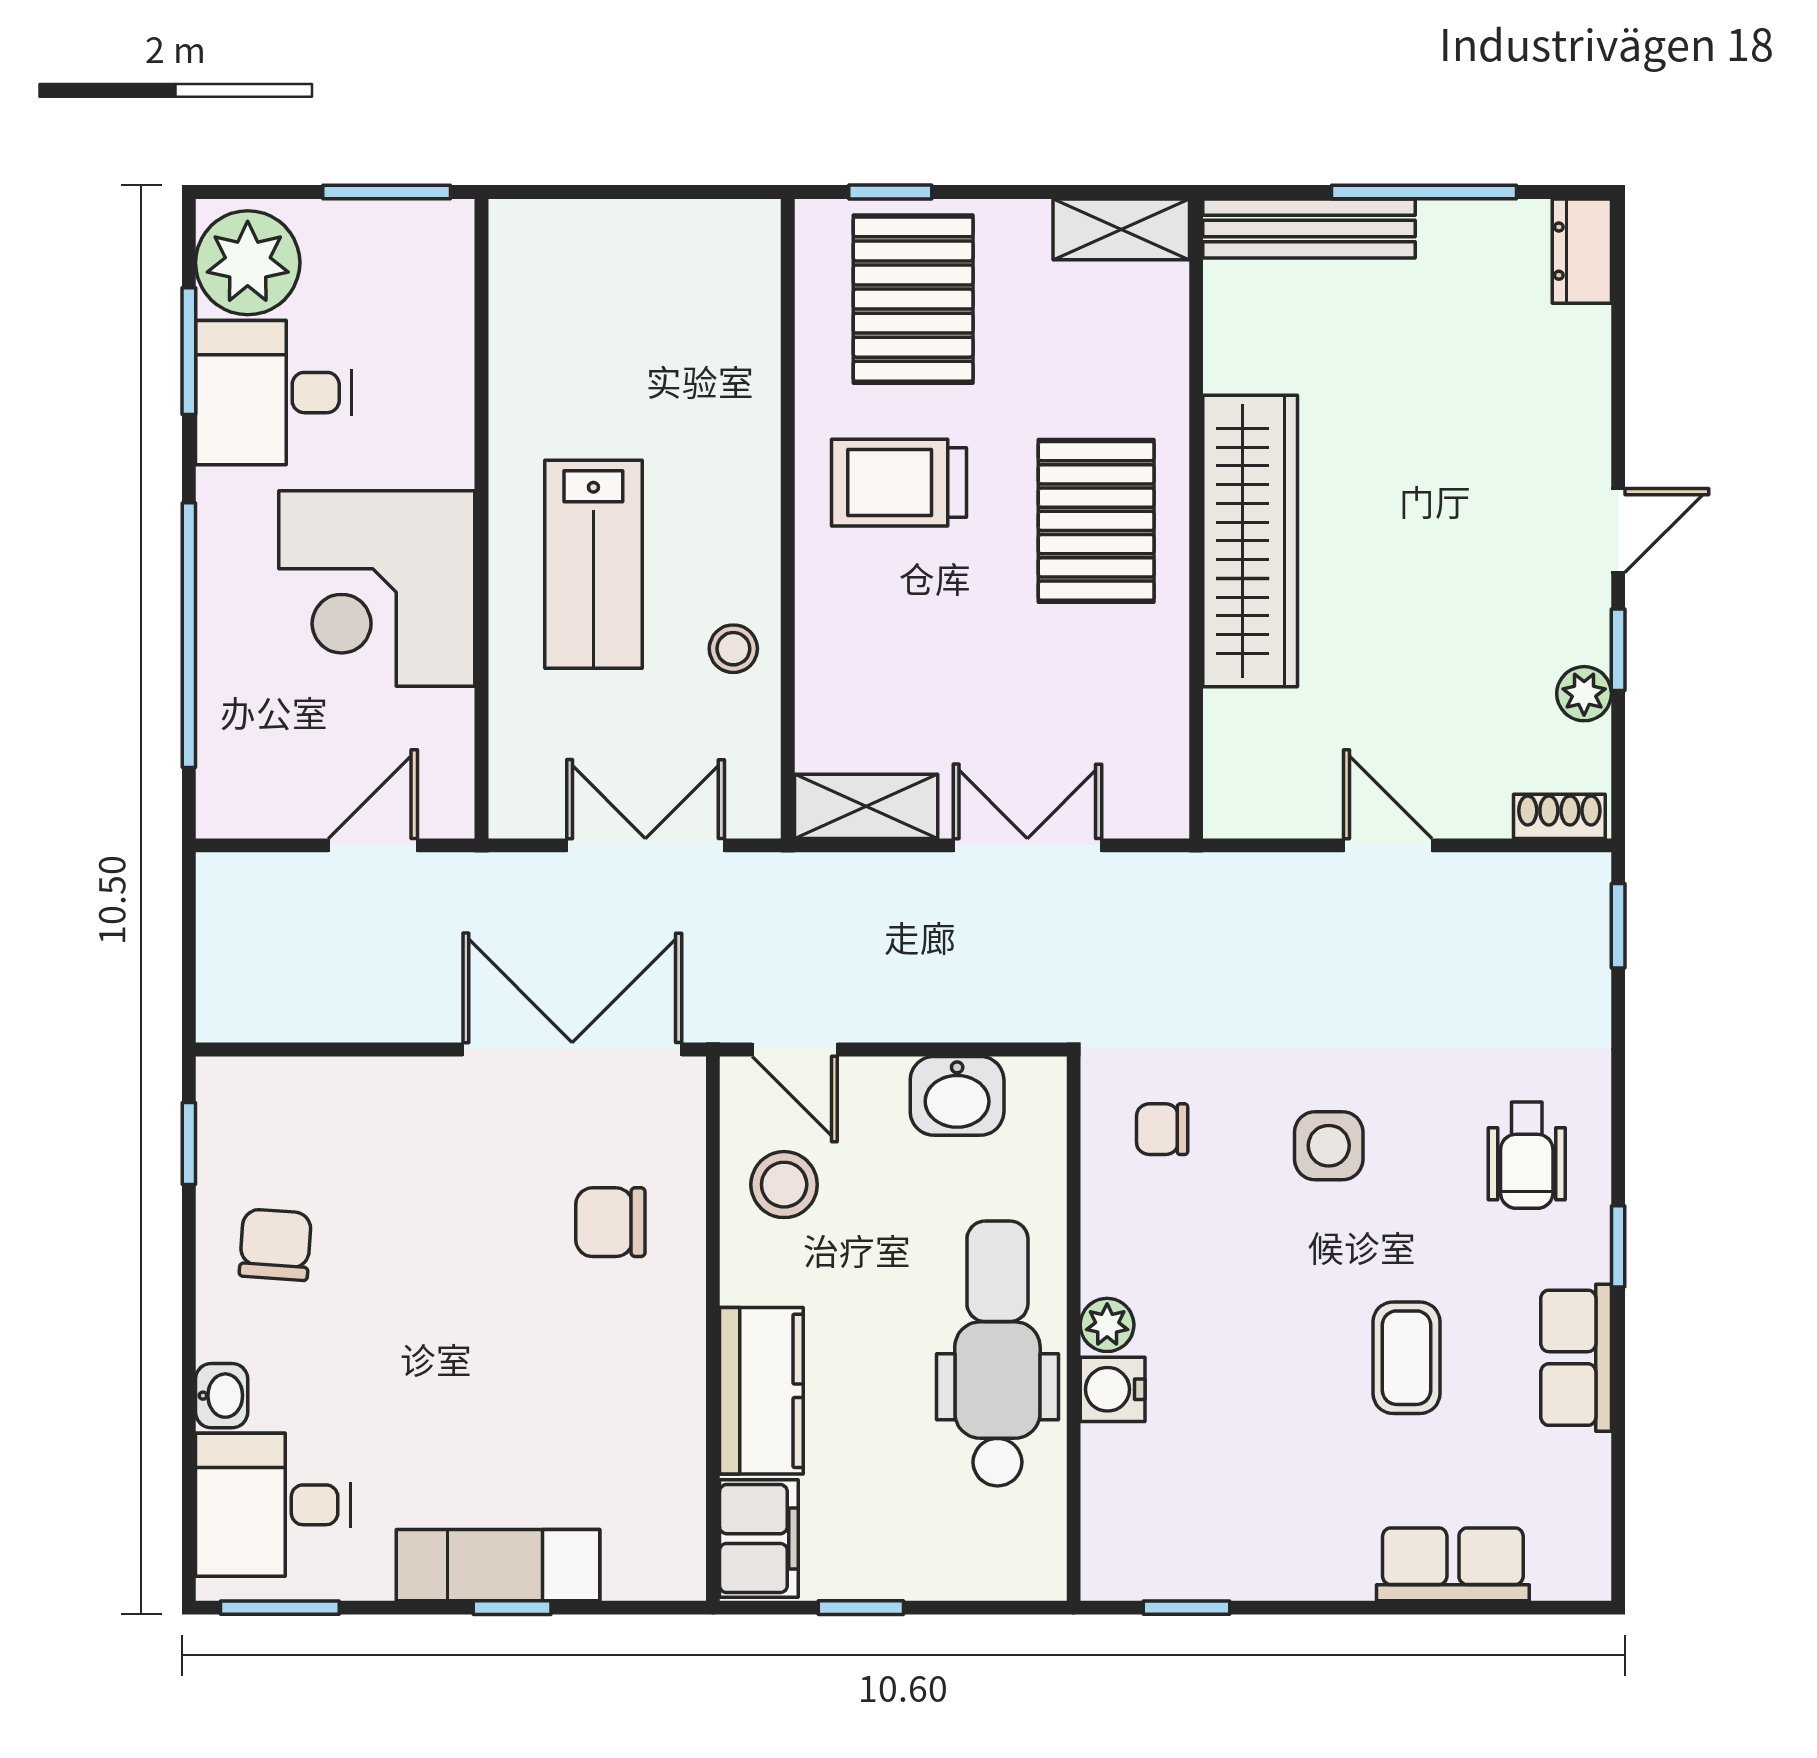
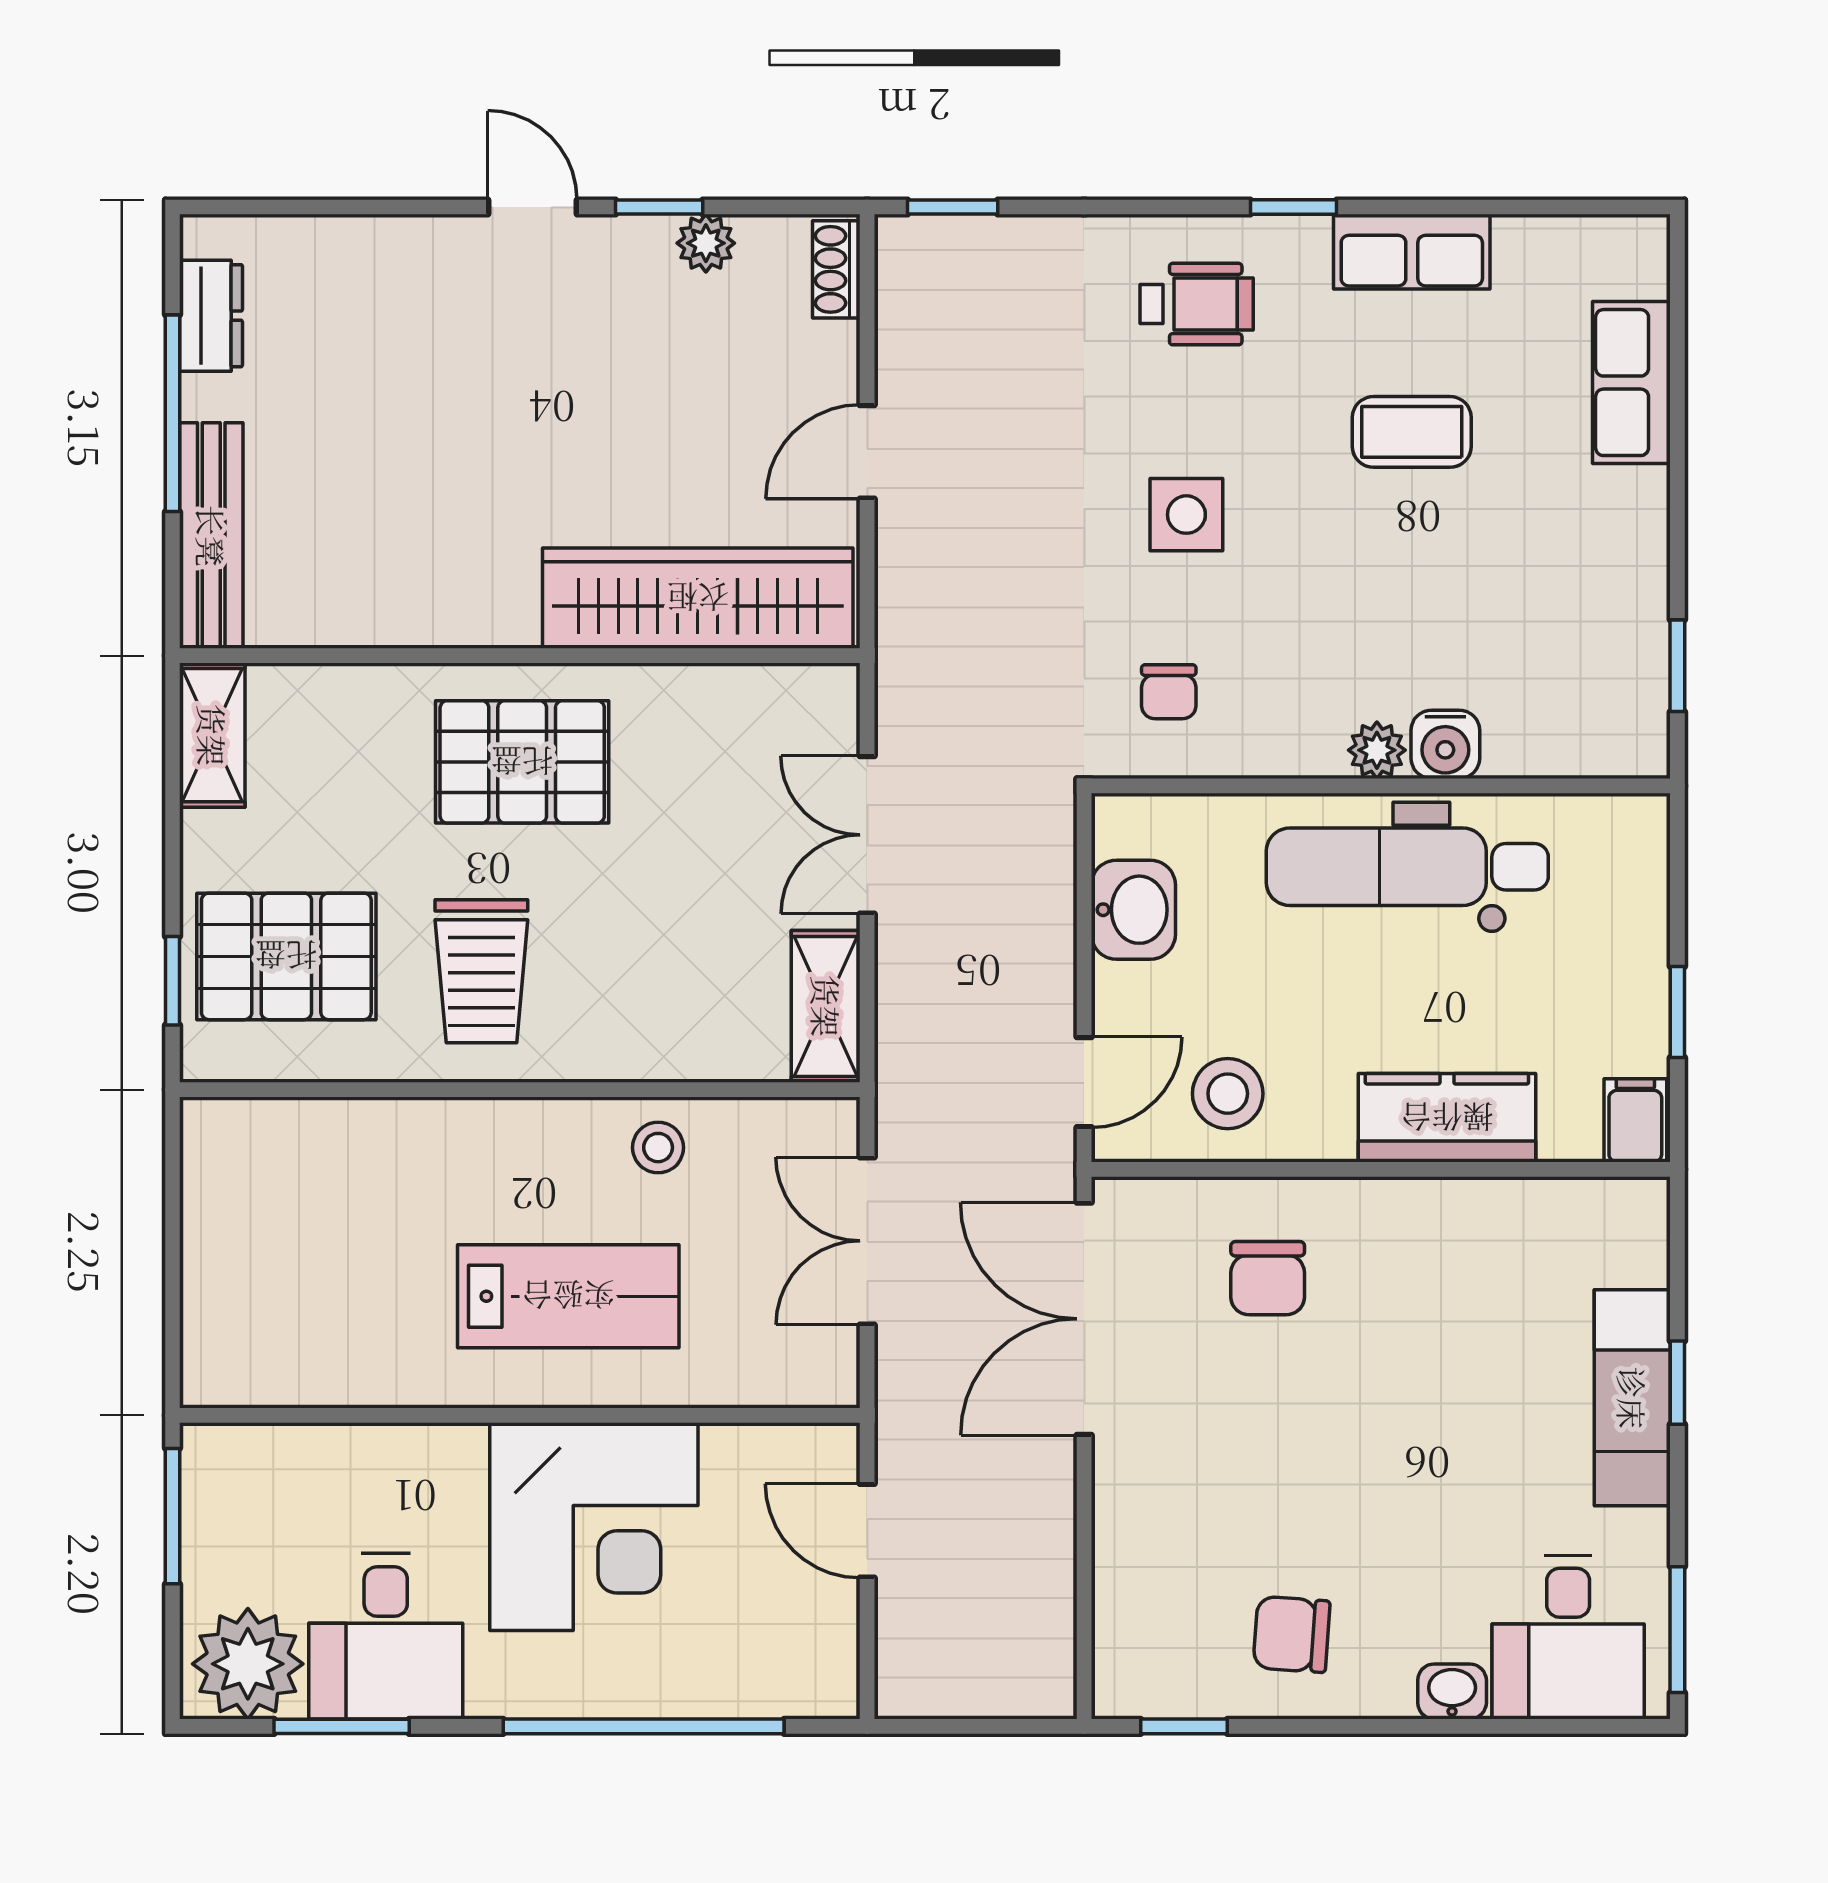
dresser: (1582, 251) -> (211, 316), moved, turned -90
wardrobe: (1250, 541) -> (698, 598), moved
filing cabinet: (759, 1539) -> (1635, 1120), width x0.50

